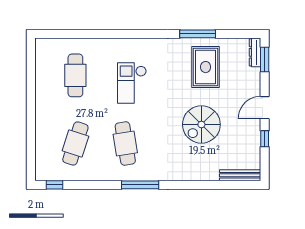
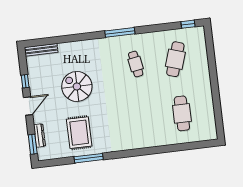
dresser: (255, 52) -> (39, 135), moved
checkout: (132, 83) -> (136, 113), removed
spiral stairs: (201, 124) -> (77, 86), turned -90
cafe table: (125, 144) -> (136, 64), width x0.73, depth x0.74

